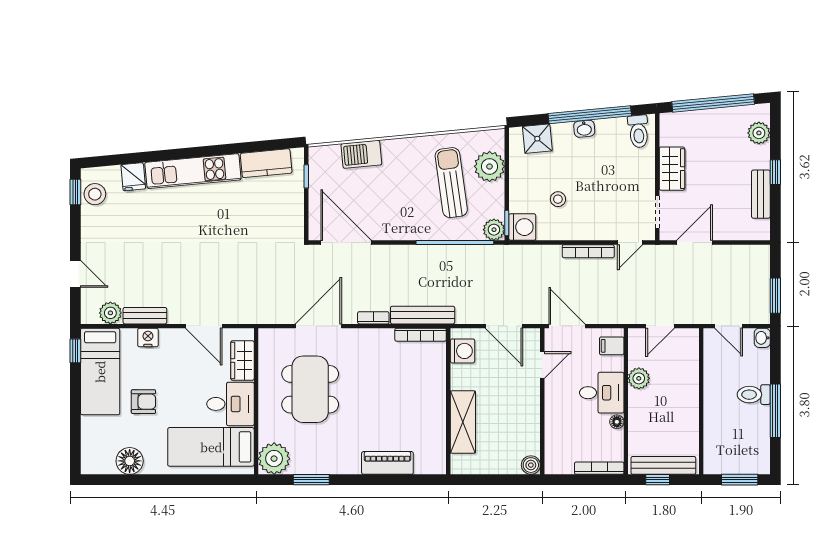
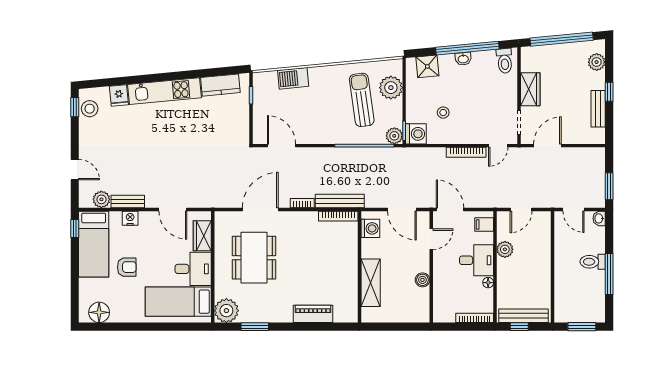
door: (346, 243) -> (281, 146), width x0.73
floor lamp: (130, 461) -> (99, 312), moved
boiler: (531, 465) -> (422, 280), moved

